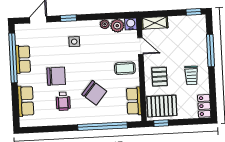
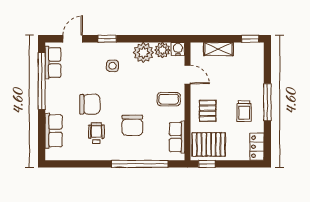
shelving: (155, 23) -> (218, 49), moved
plant: (105, 24) -> (143, 53), width x1.87, depth x1.87
window: (211, 50) -> (267, 102), moved
row of seats: (23, 59) -> (53, 63), moved
chair: (94, 93) -> (132, 125), turned 50
wheelchair: (63, 101) -> (96, 133), turned 180

